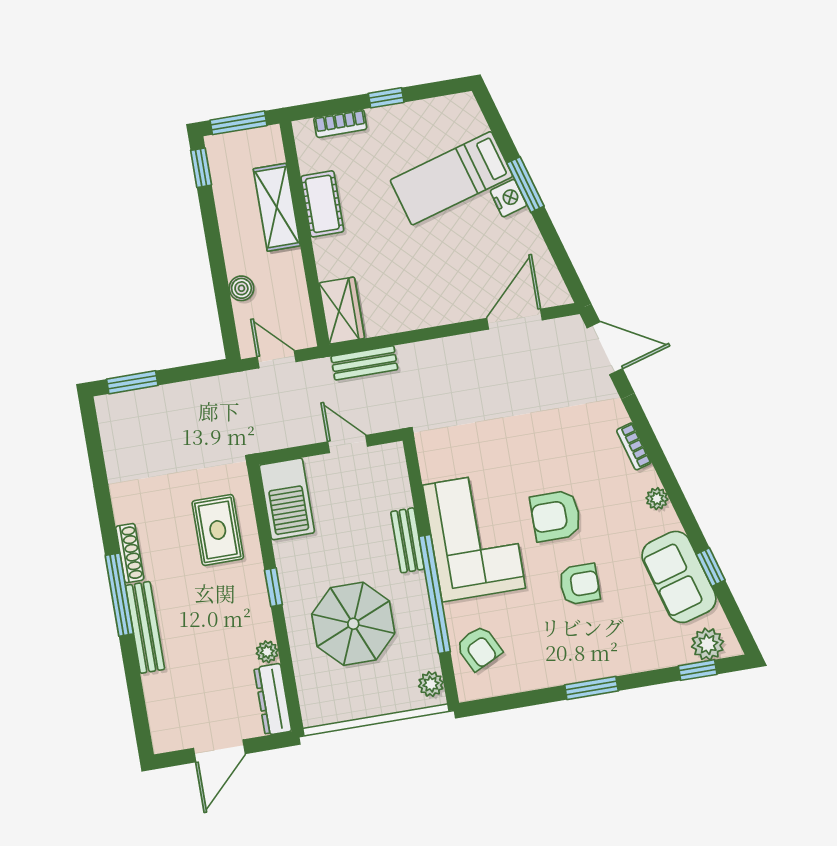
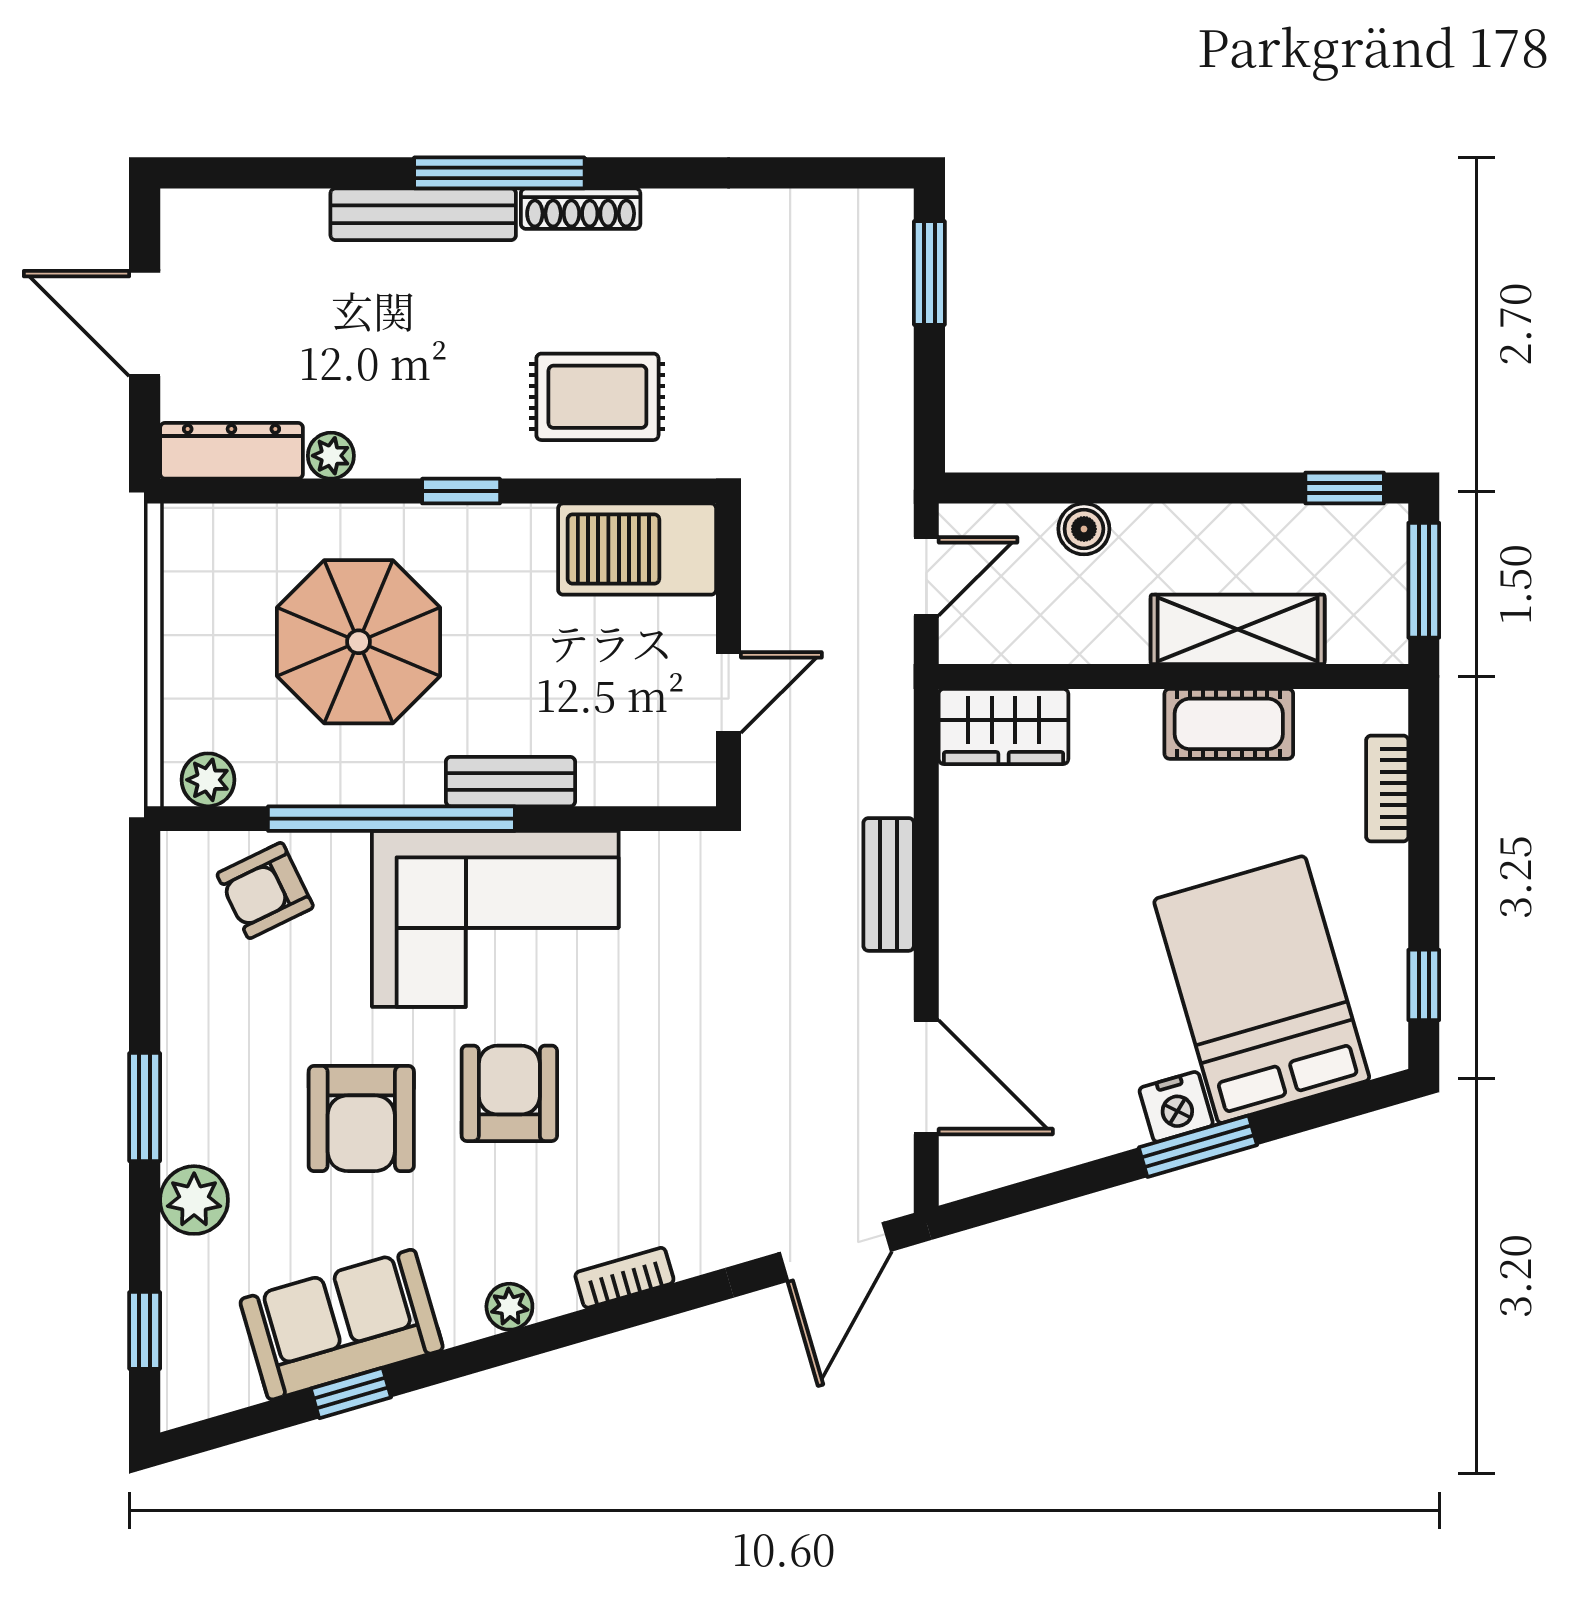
window: (386, 98) -> (1424, 985), moved
bed: (451, 178) -> (1262, 990), width x1.50
bench: (364, 363) -> (889, 884), moved
armchair: (579, 584) -> (361, 1119), width x1.38, depth x1.38
plant: (708, 644) -> (194, 1200), moved

